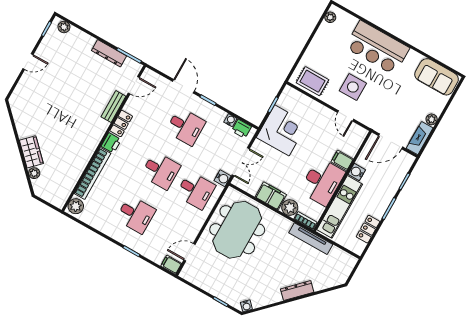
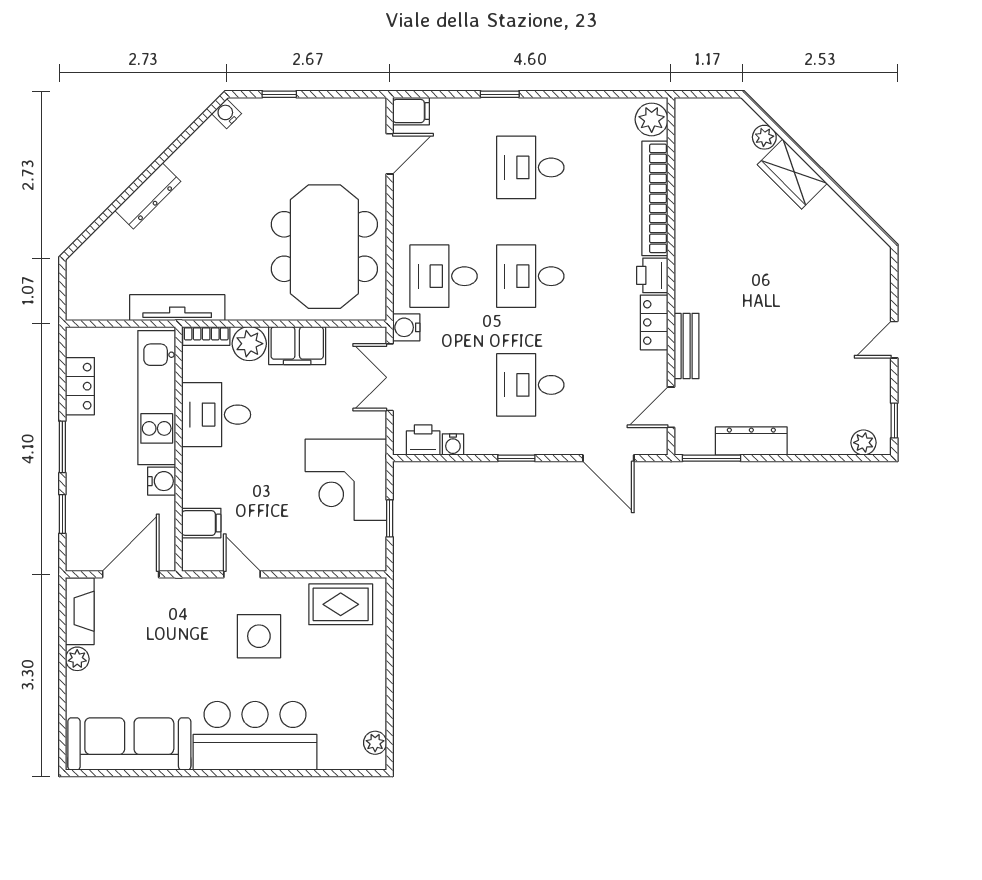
sofa: (437, 77) -> (129, 744), width x1.36
door: (183, 86) -> (608, 458), moved
filing cabinet: (342, 160) -> (201, 523), moved
desk: (322, 182) -> (216, 415), width x0.73

